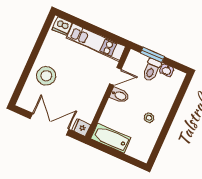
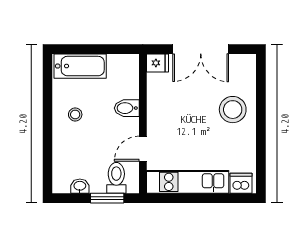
toilet: (151, 70) -> (116, 178), moved
bidet: (119, 95) -> (127, 108), moved
bathtub: (111, 138) -> (80, 66), moved

